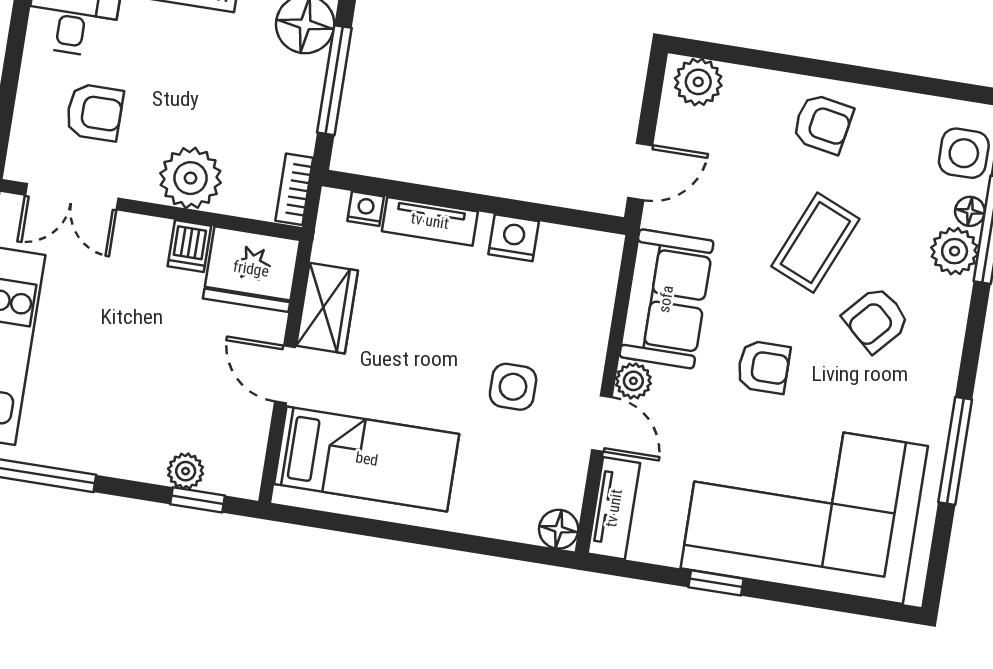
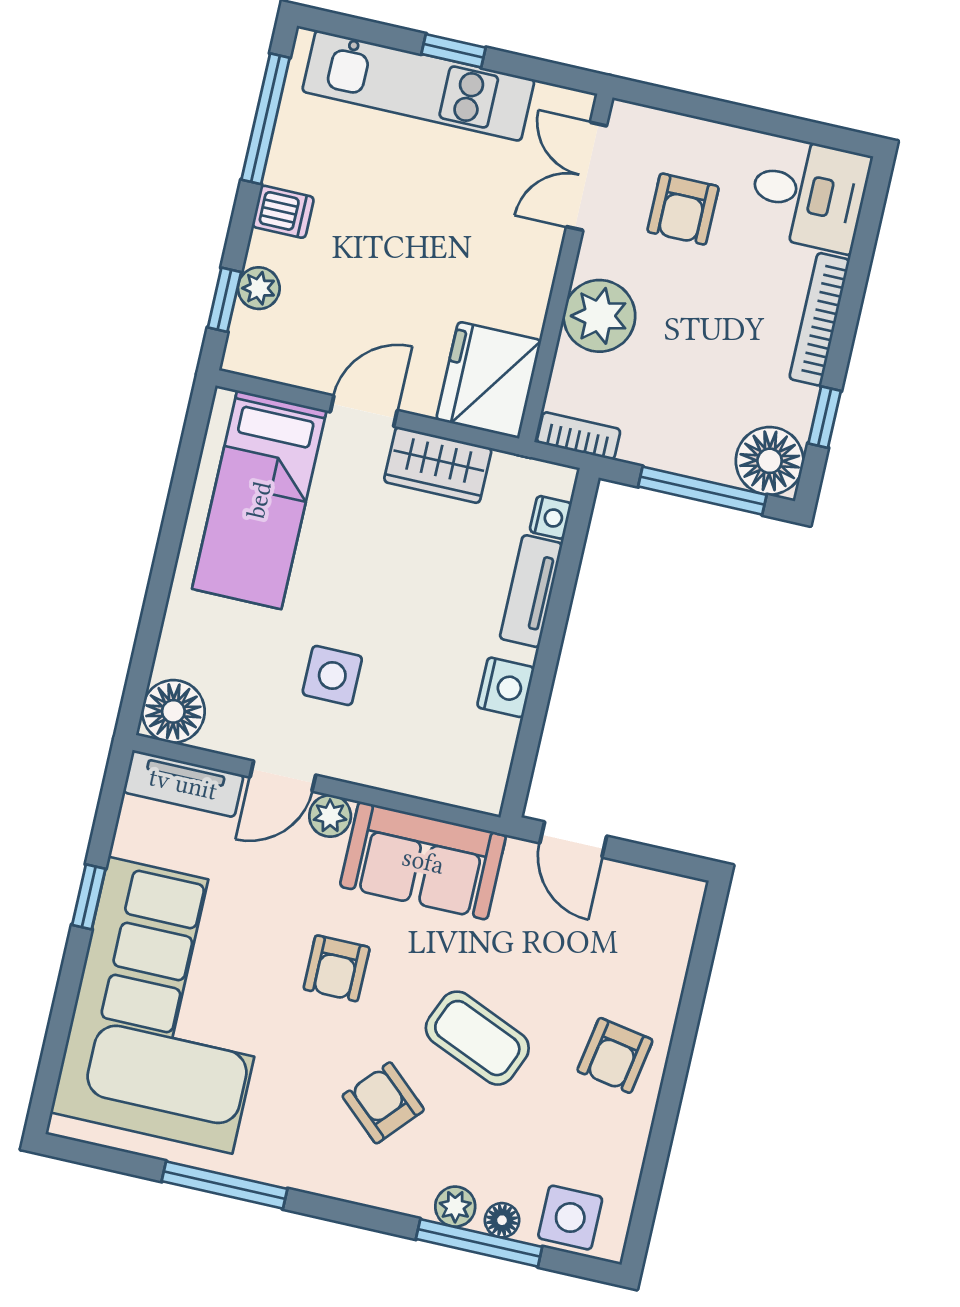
plant: (698, 82) -> (673, 914), removed
dishwasher: (189, 246) -> (283, 212), moved, turned 180
plant: (955, 251) -> (455, 1207), width x0.73, depth x0.73
floor lamp: (559, 529) -> (173, 711), width x1.38, depth x1.38

